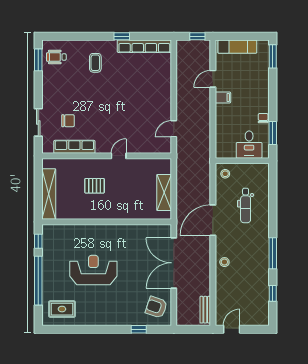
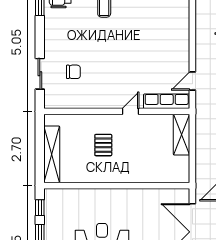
row of seats: (74, 147) -> (167, 101), moved
pallet: (95, 186) -> (103, 145), turned 90
shelving: (164, 193) -> (182, 135), moved

